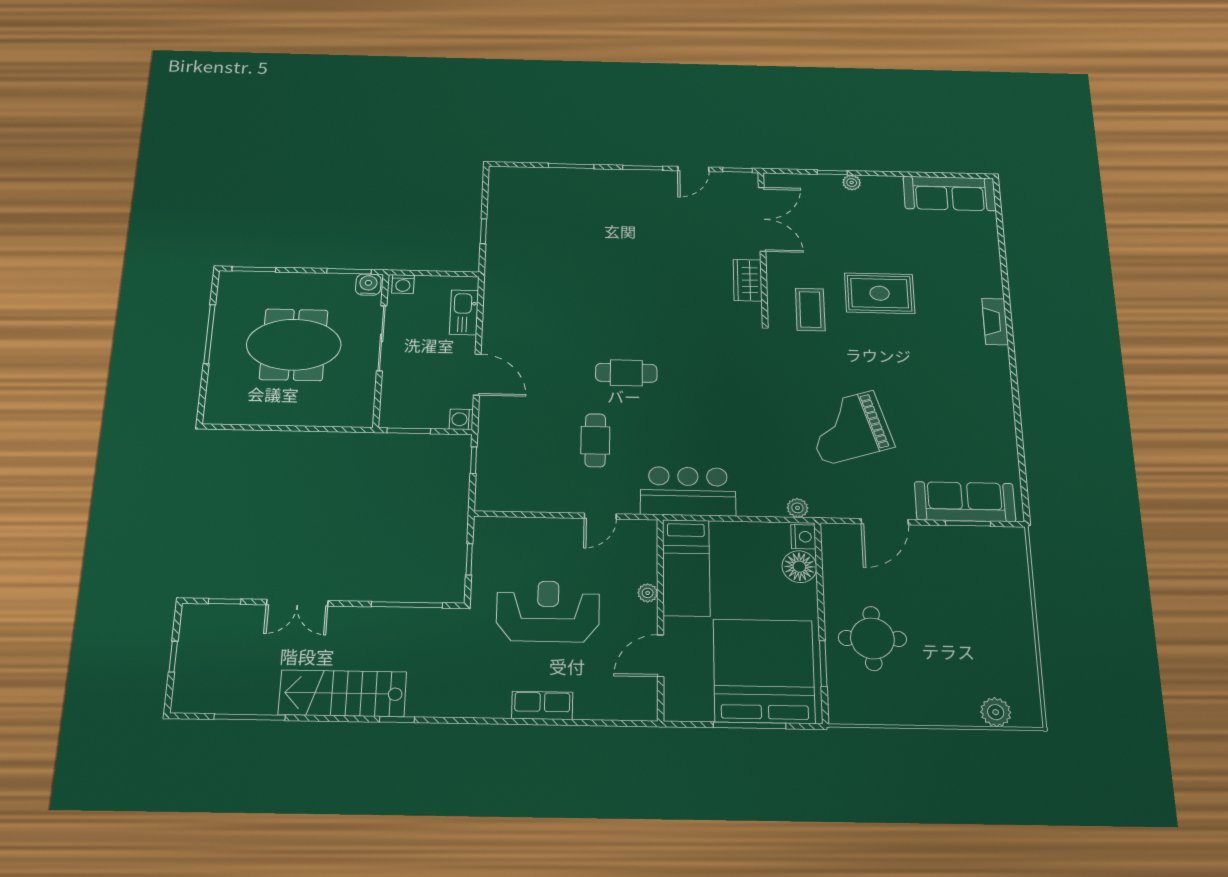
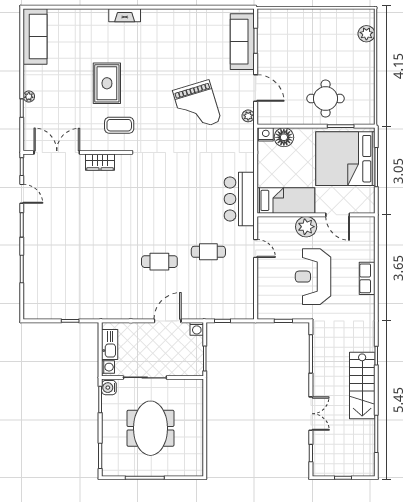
kitchen sink: (464, 312) -> (110, 345), moved, turned -90
cafe table: (626, 373) -> (159, 262), moved, turned 90
plant: (797, 508) -> (248, 116), moved
plant: (648, 593) -> (306, 227), width x1.88, depth x1.88

